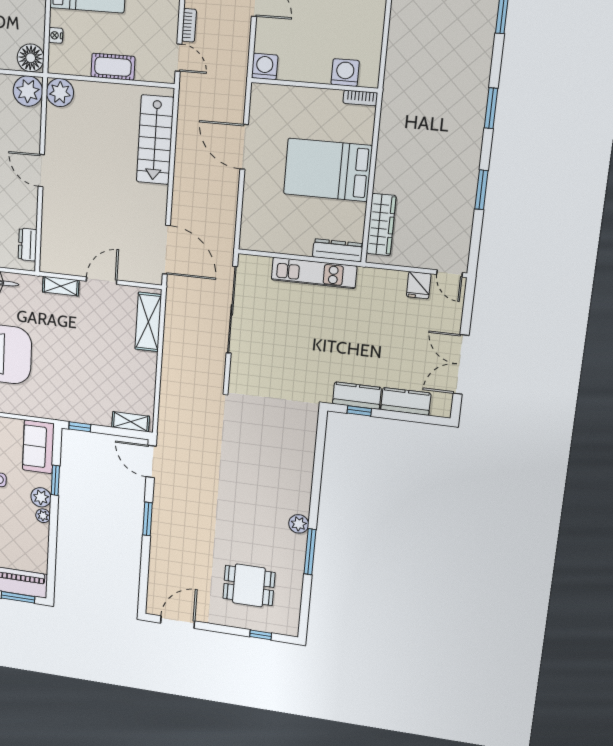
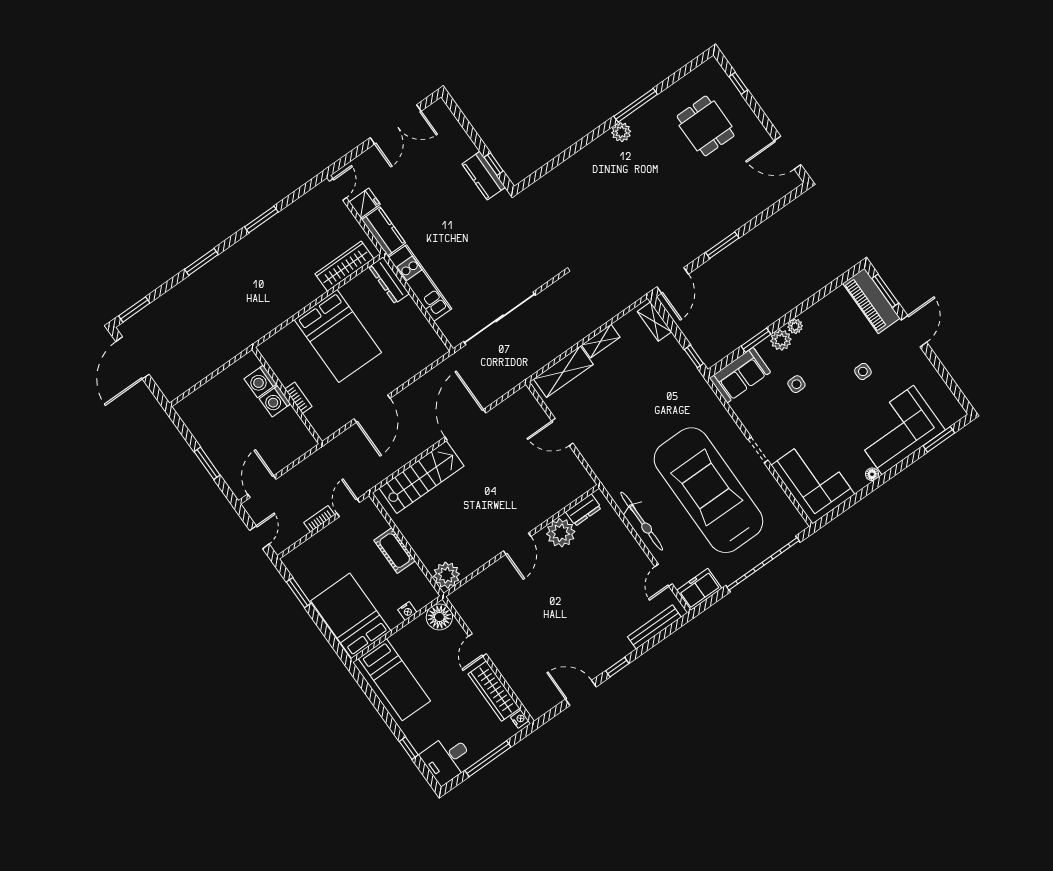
washing machine: (265, 67) -> (275, 401), moved
plant: (28, 91) -> (561, 533), moved
bookcase: (360, 98) -> (298, 398), moved
door: (166, 250) -> (465, 425), moved
shelving: (61, 286) -> (601, 341), moved, turned 90
kitchen counter: (406, 401) -> (384, 231), moved, turned 180

